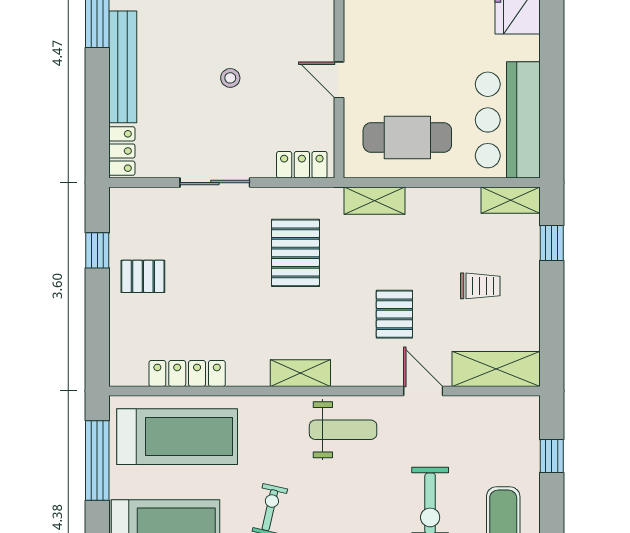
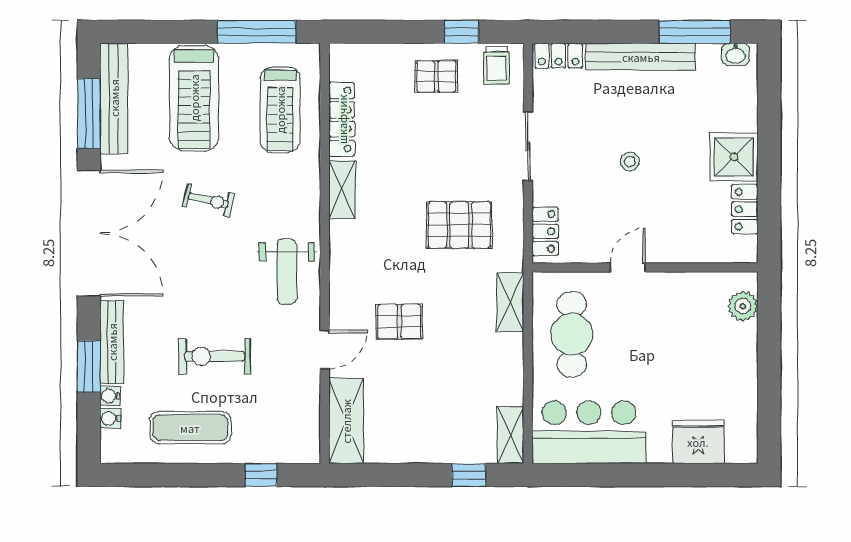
pallet: (143, 276) -> (436, 76), turned 90
trolley: (480, 286) -> (496, 65), moved
shelving: (300, 373) -> (342, 190), moved
treadmill: (177, 437) -> (280, 110), width x0.73, depth x0.73

